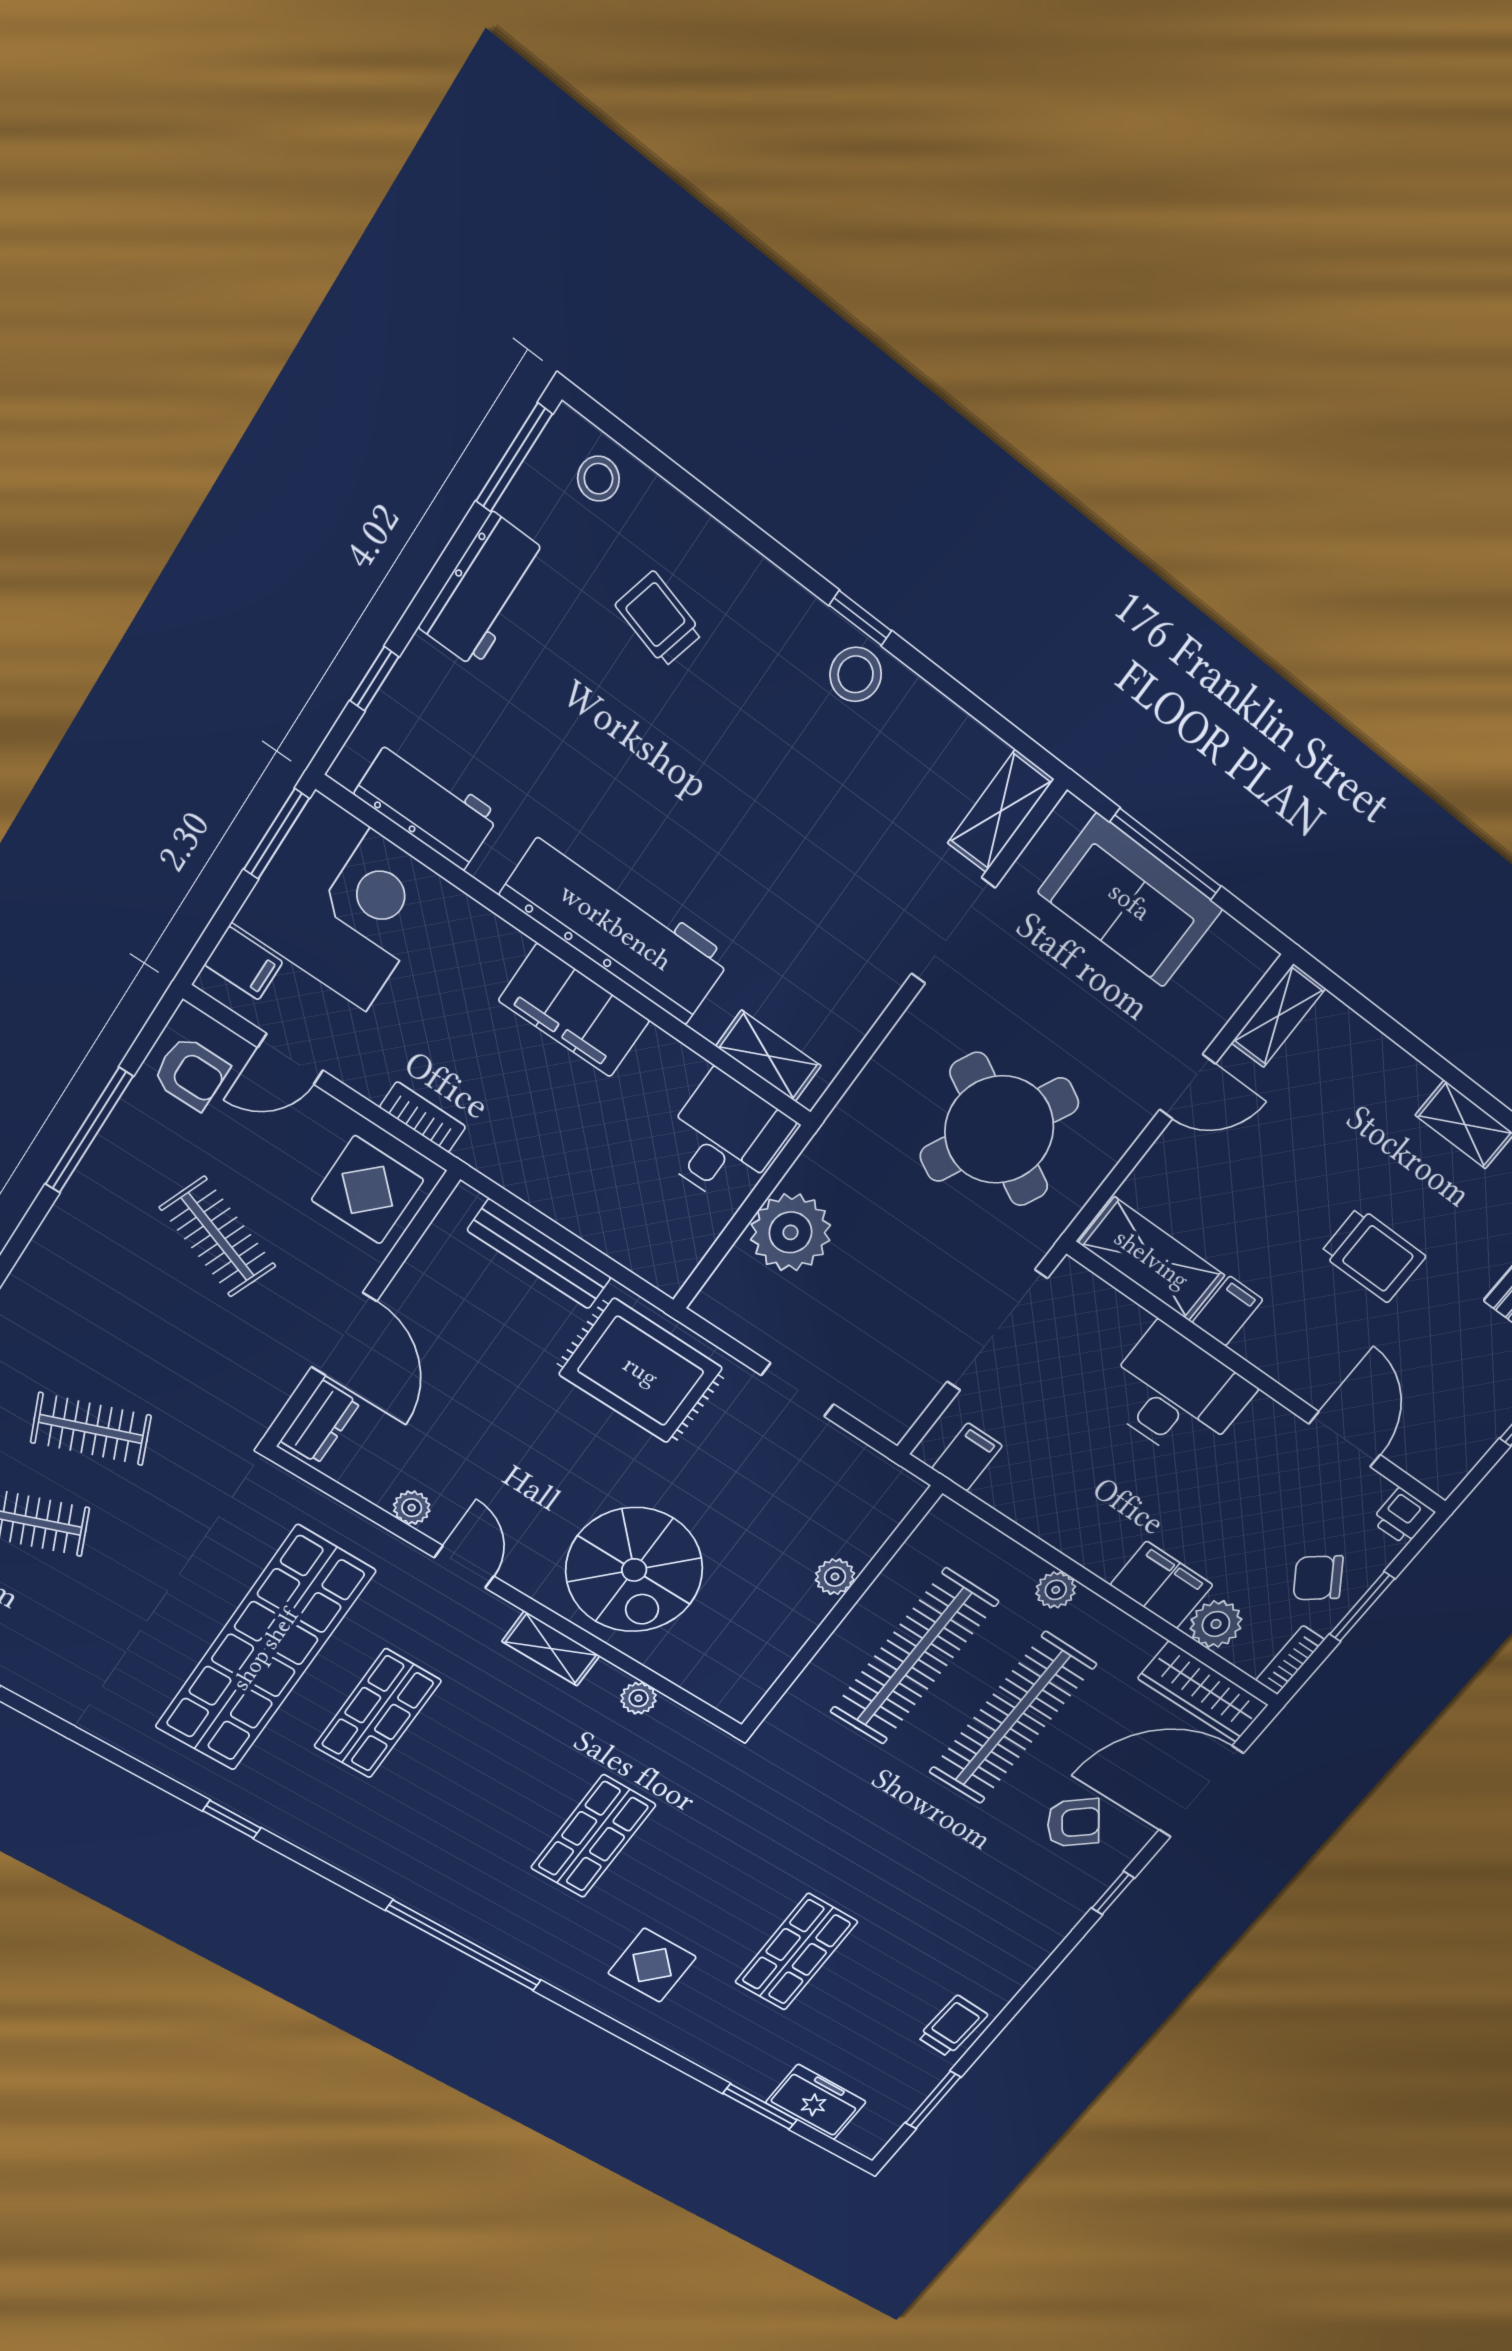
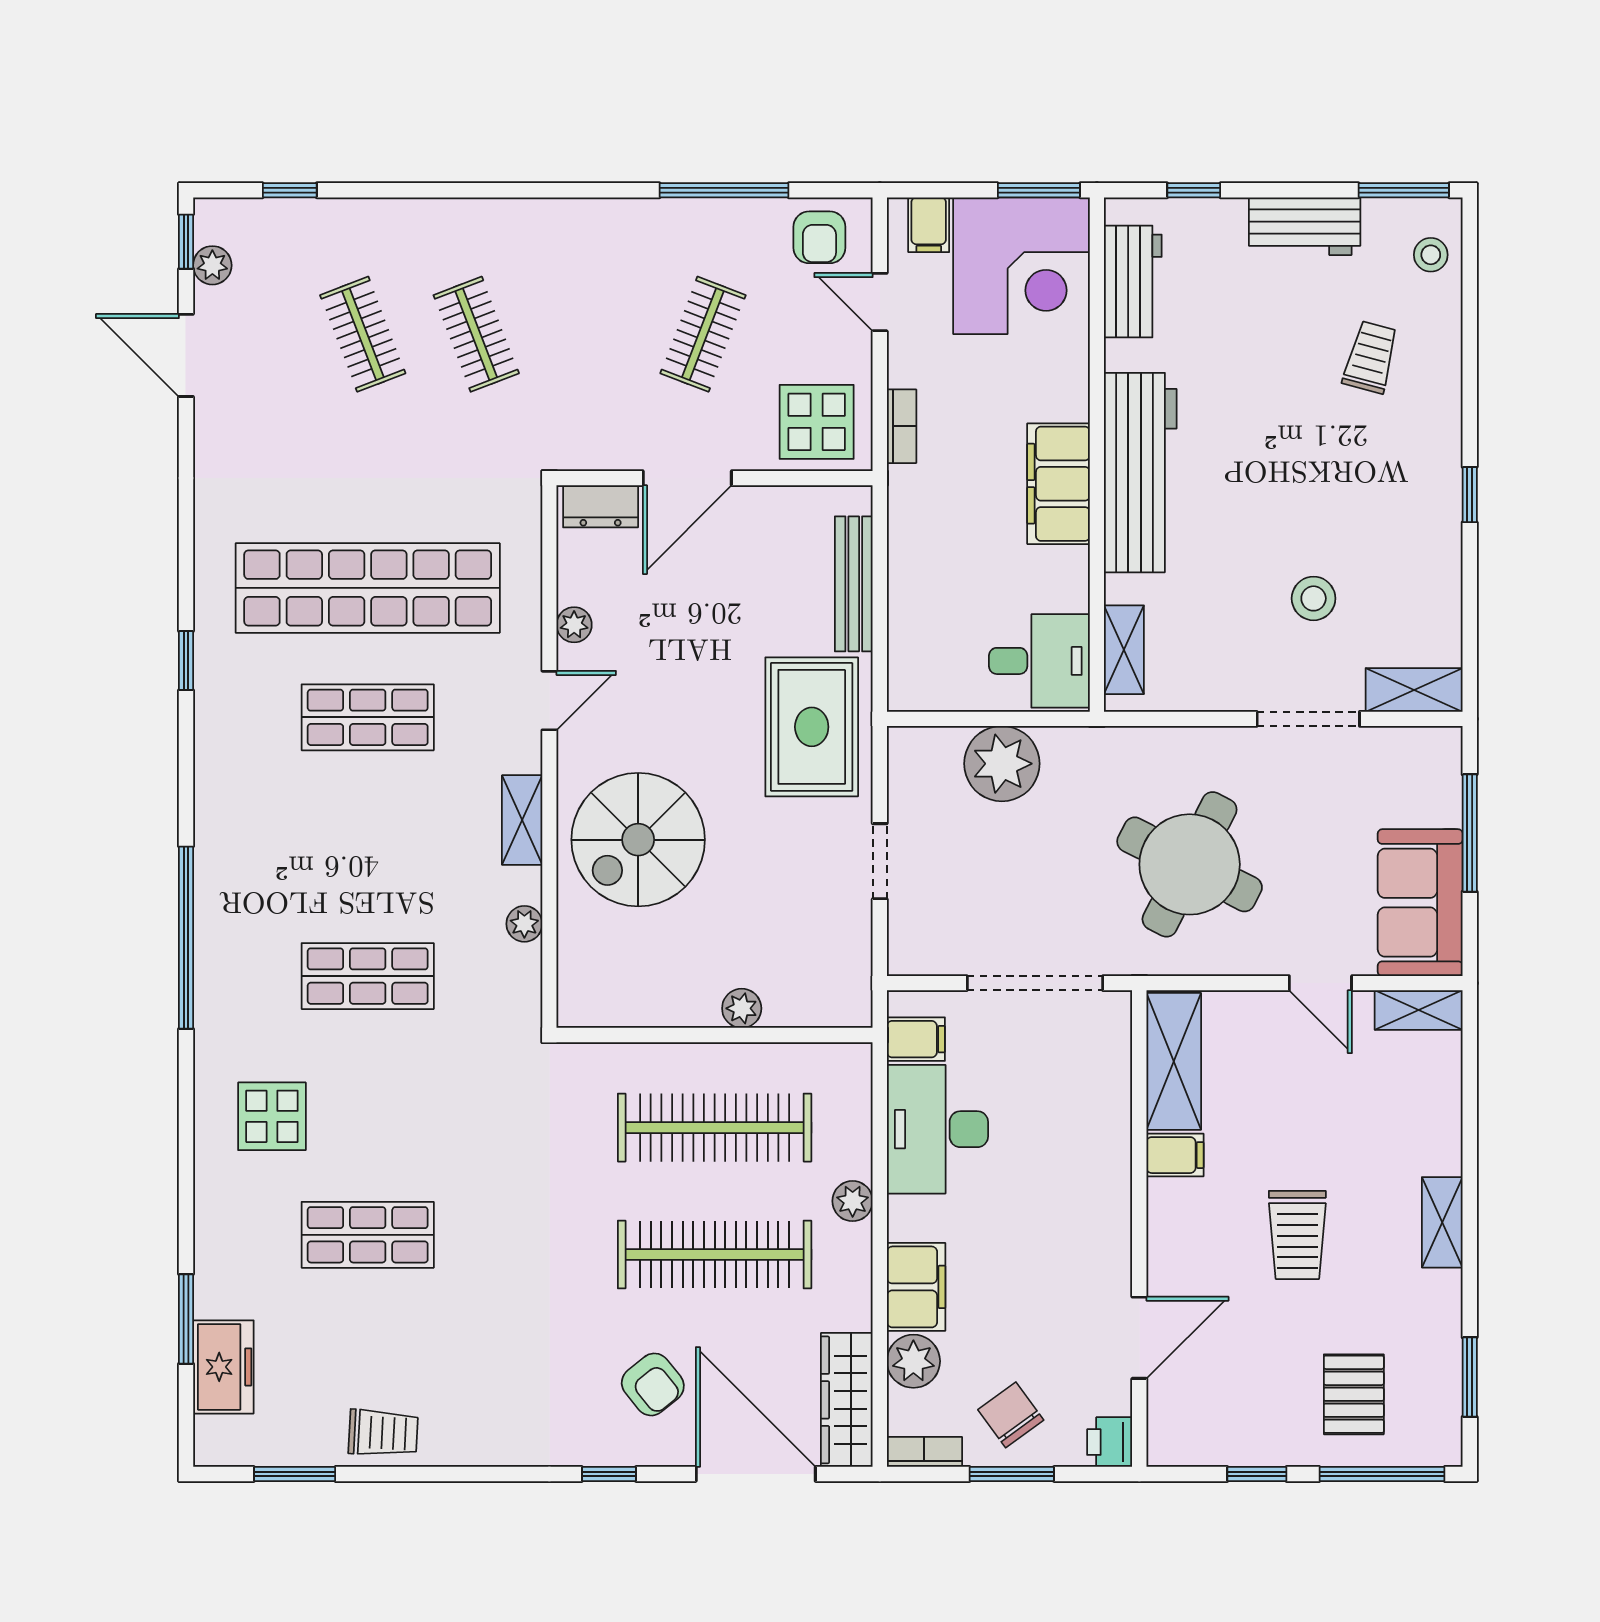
stool: (856, 674) -> (1314, 598), moved
sofa: (1130, 901) -> (1420, 903), moved
desk: (1176, 1394) -> (937, 1129), moved, turned 180

